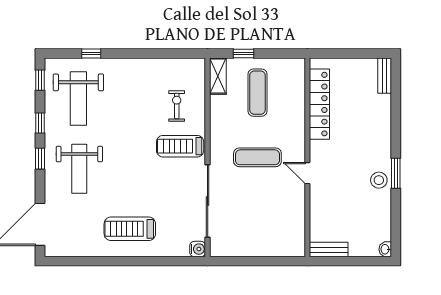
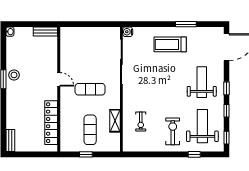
window: (243, 53) -> (86, 154), moved
shelving: (218, 76) -> (115, 121), moved
exercise bike: (126, 90) -> (173, 131), added
treadmill: (180, 146) -> (139, 96), removed
treadmill: (130, 229) -> (170, 44), turned 180
window: (105, 261) -> (186, 24), added

